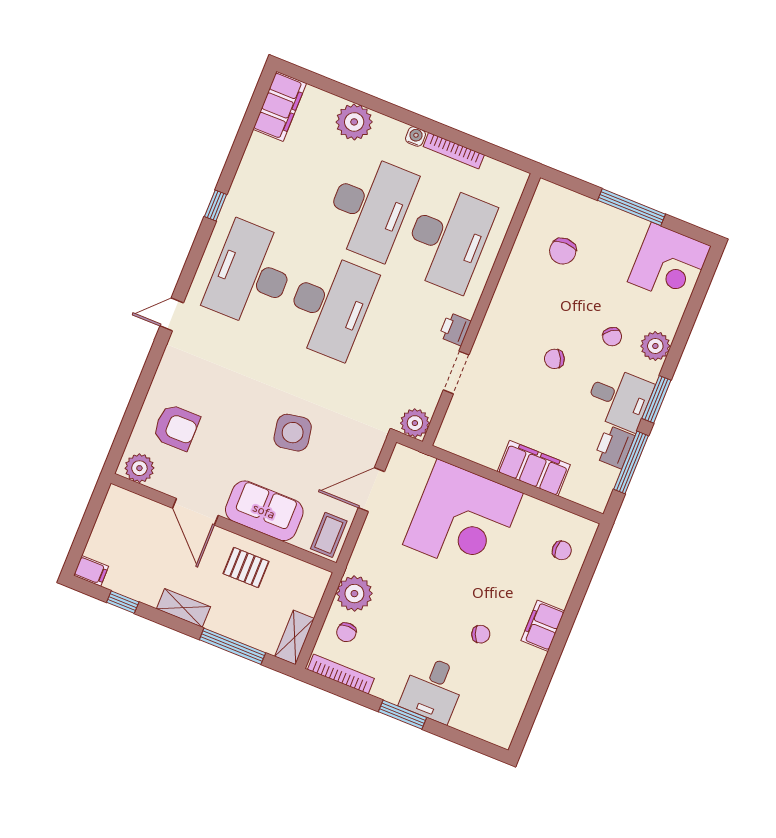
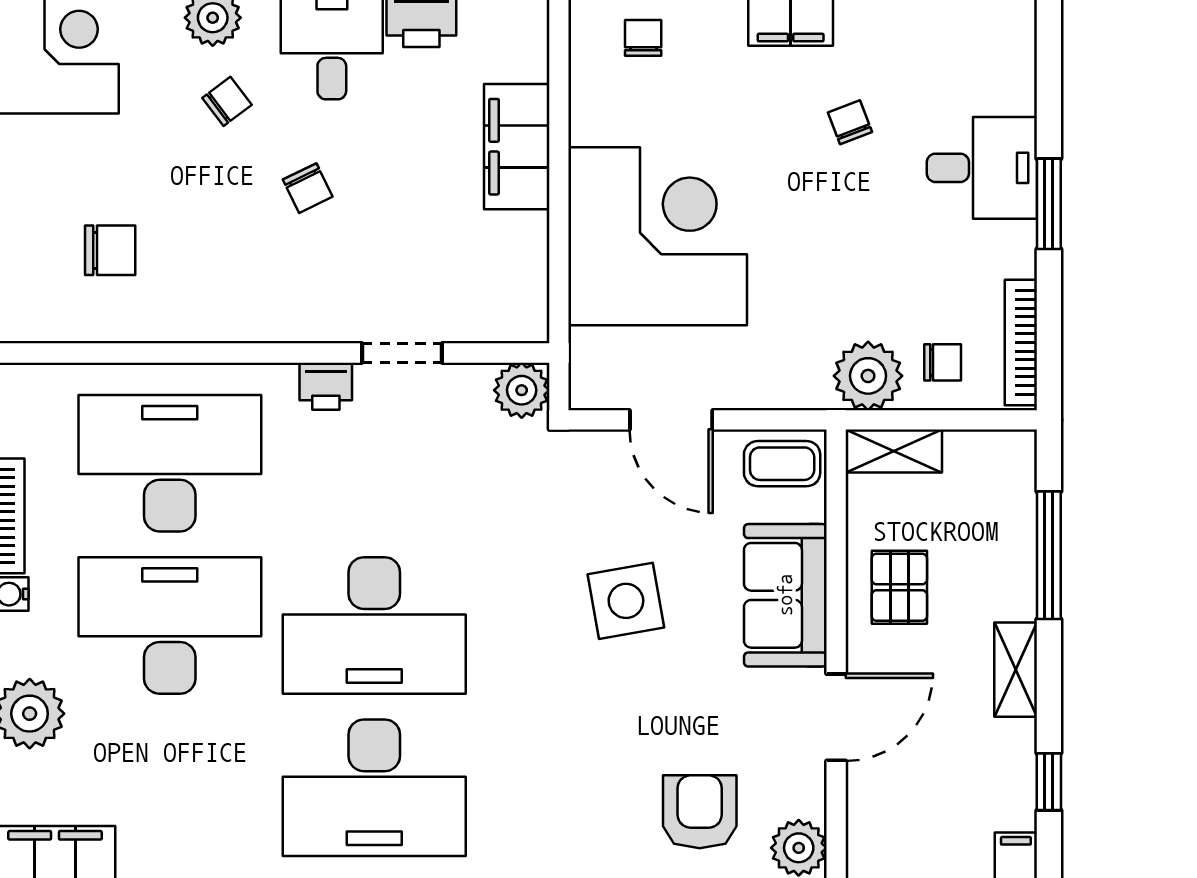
desk: (330, 306) -> (374, 625), turned 180
shelving: (295, 637) -> (894, 451), moved

